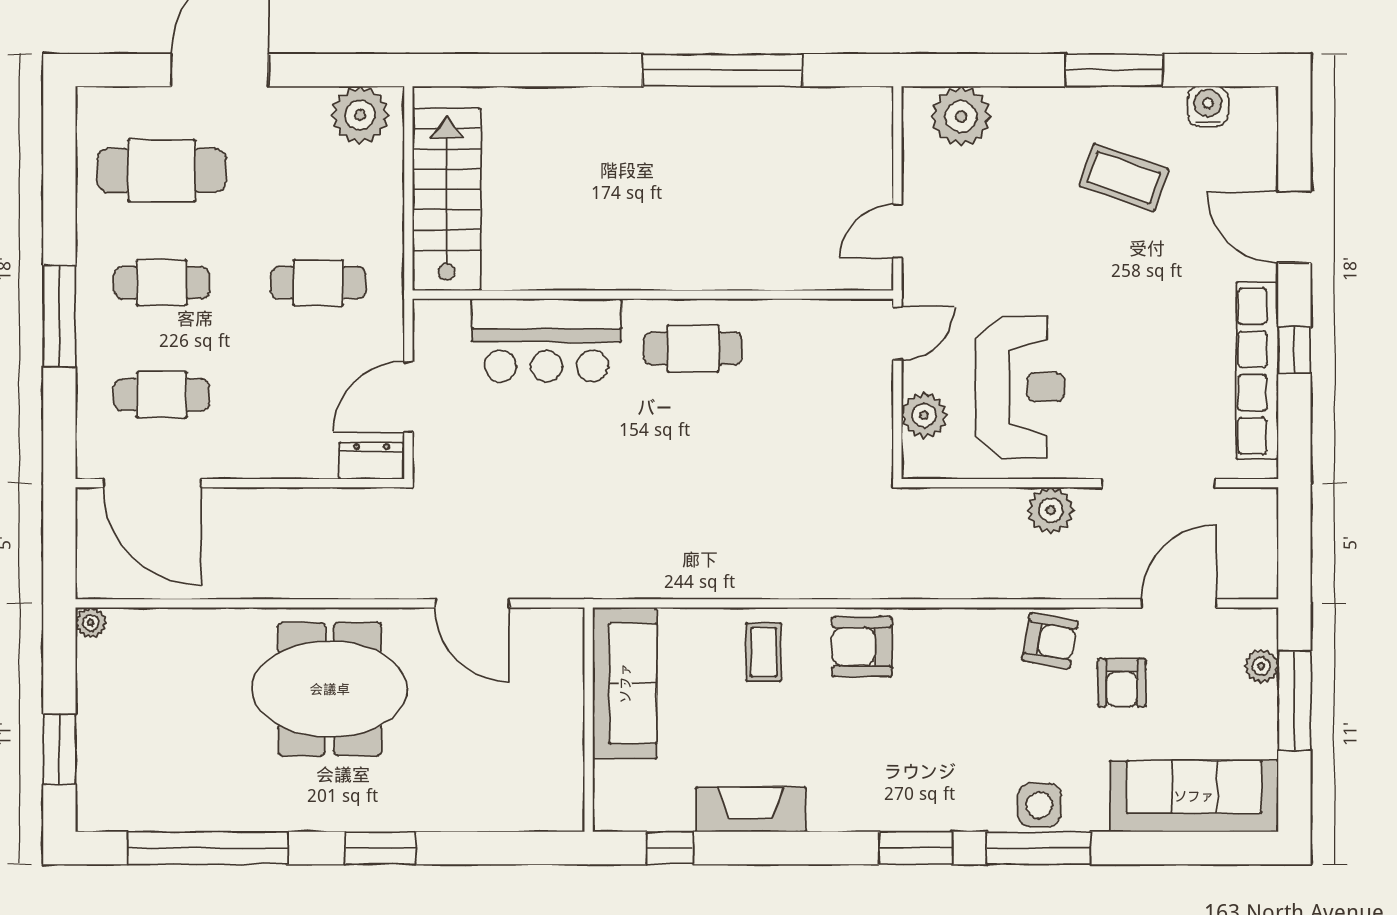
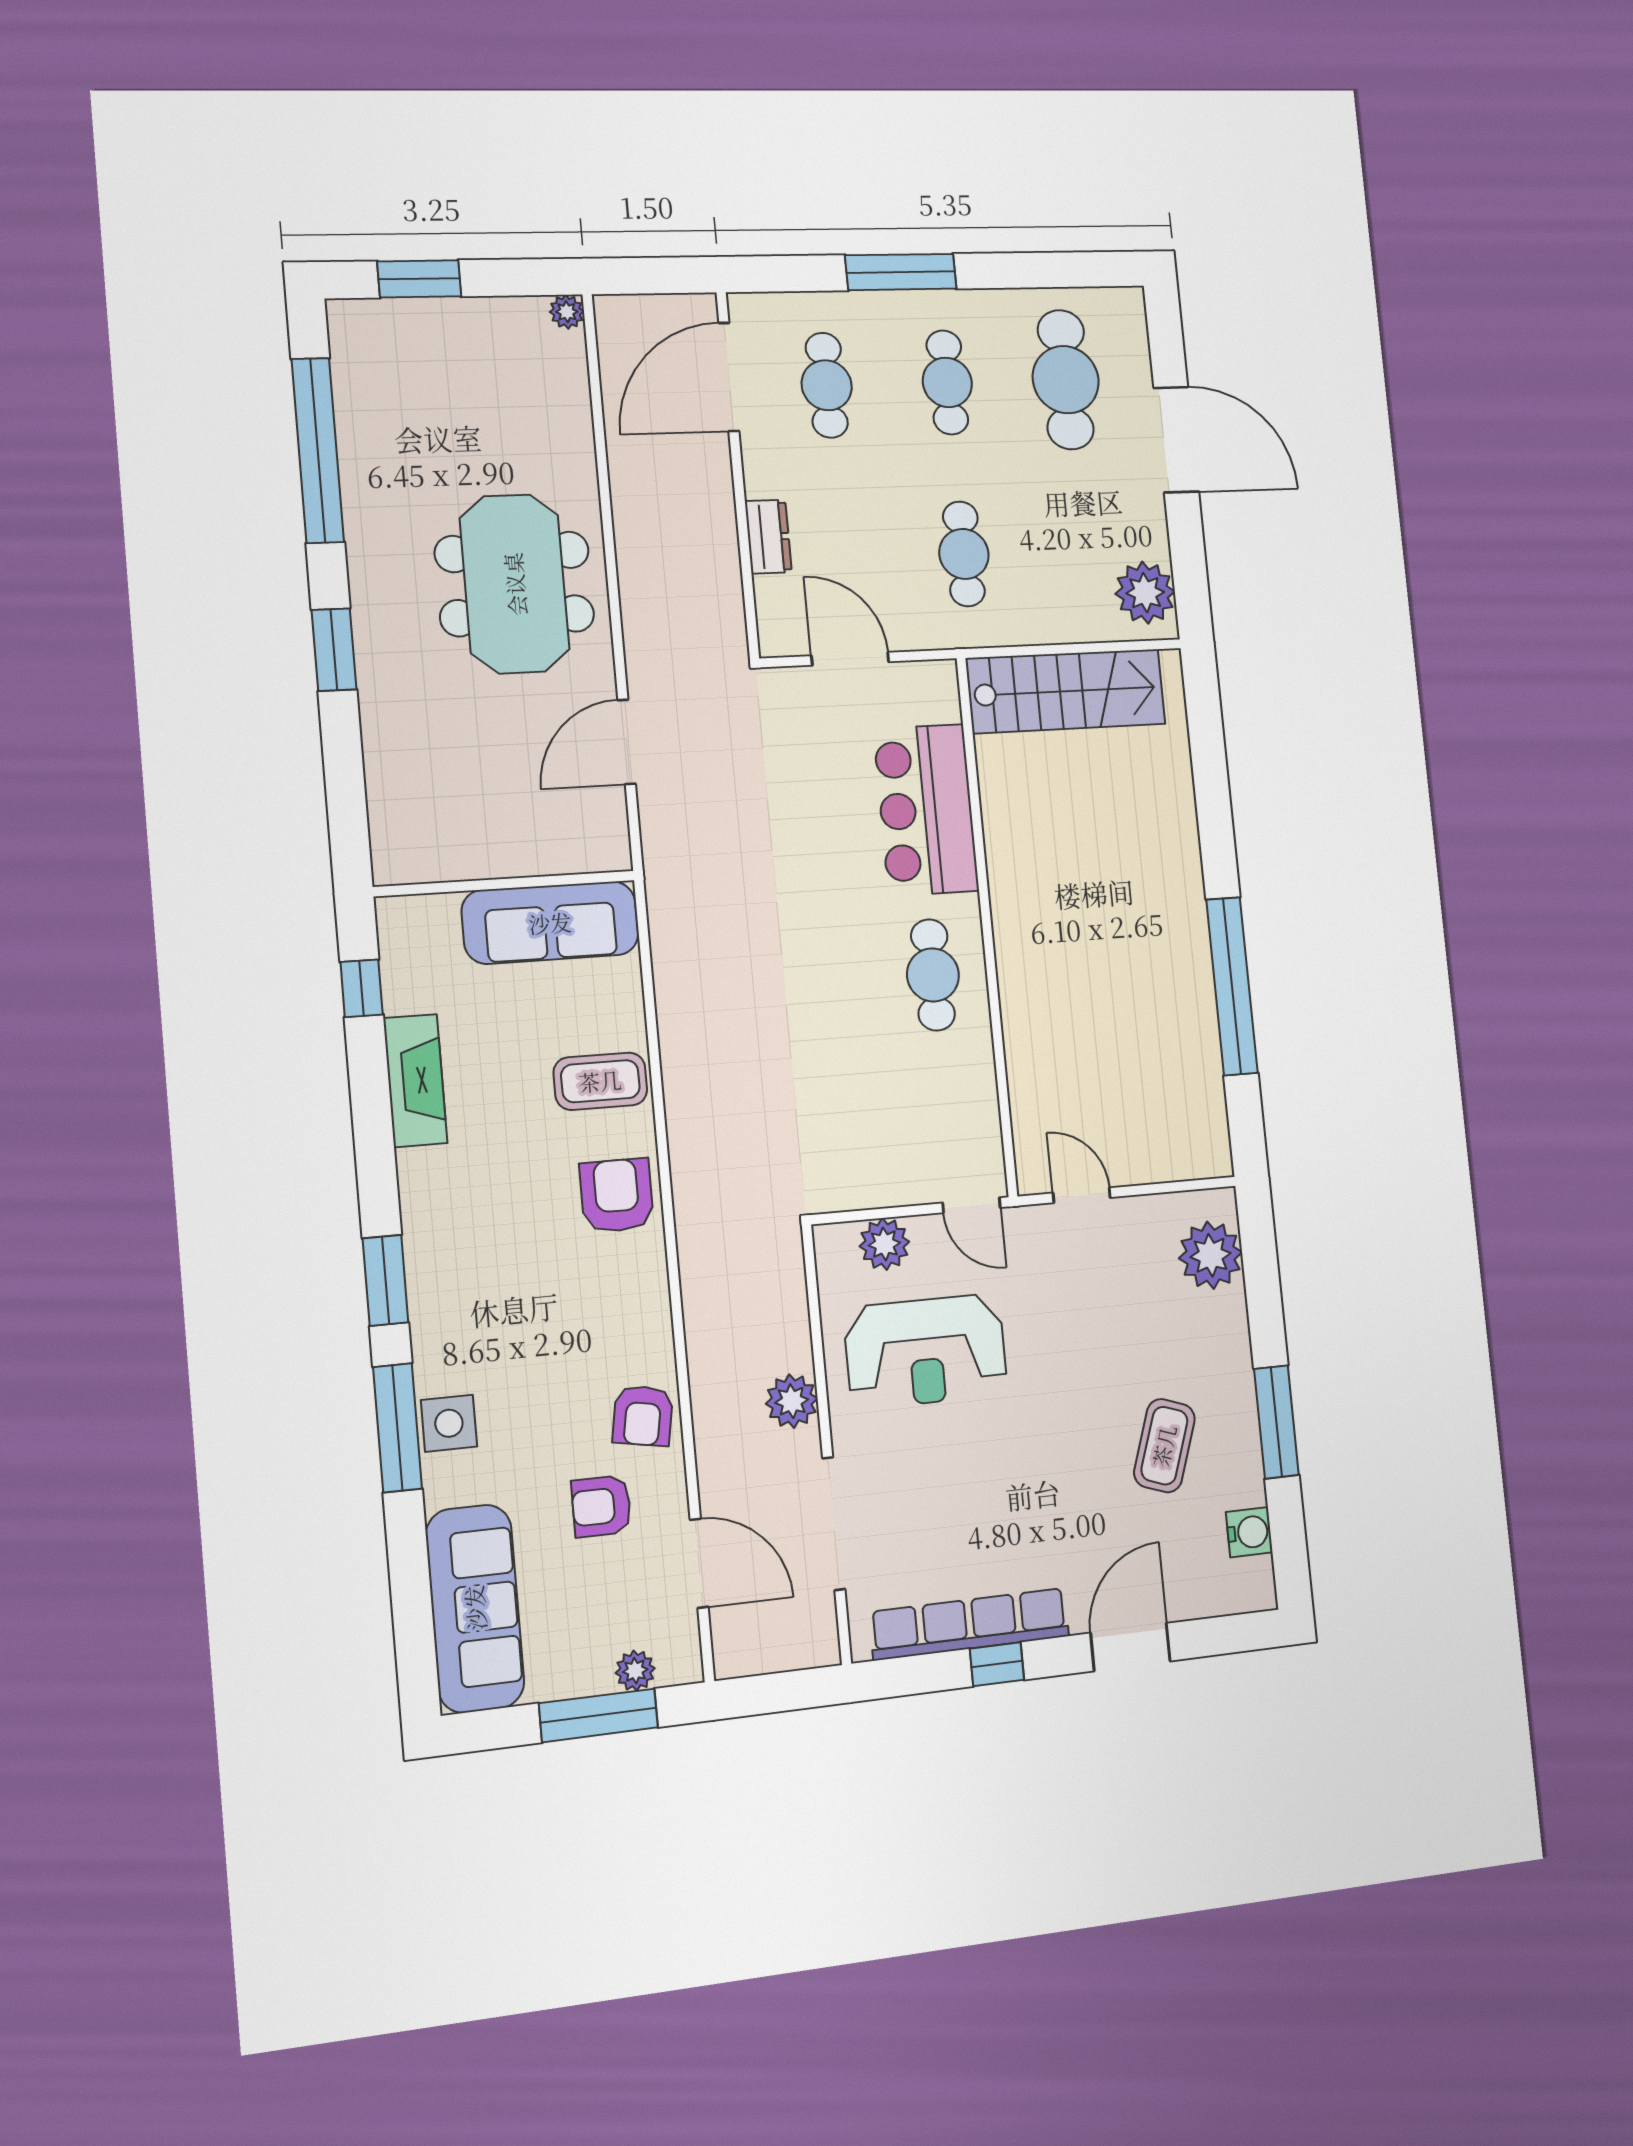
dresser: (372, 461) -> (768, 537), moved
coffee table: (764, 652) -> (600, 1081), width x1.36, depth x1.30

